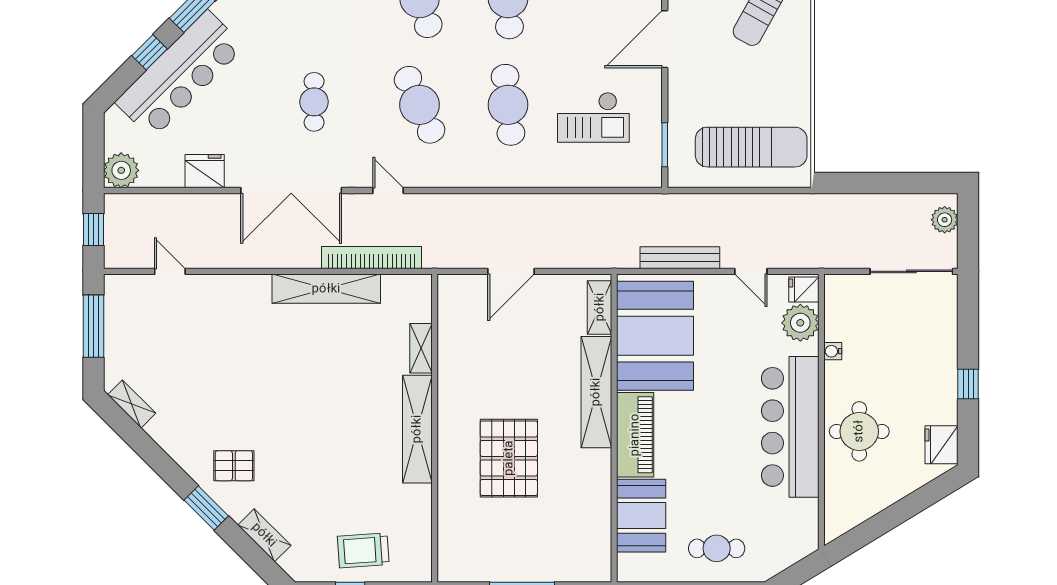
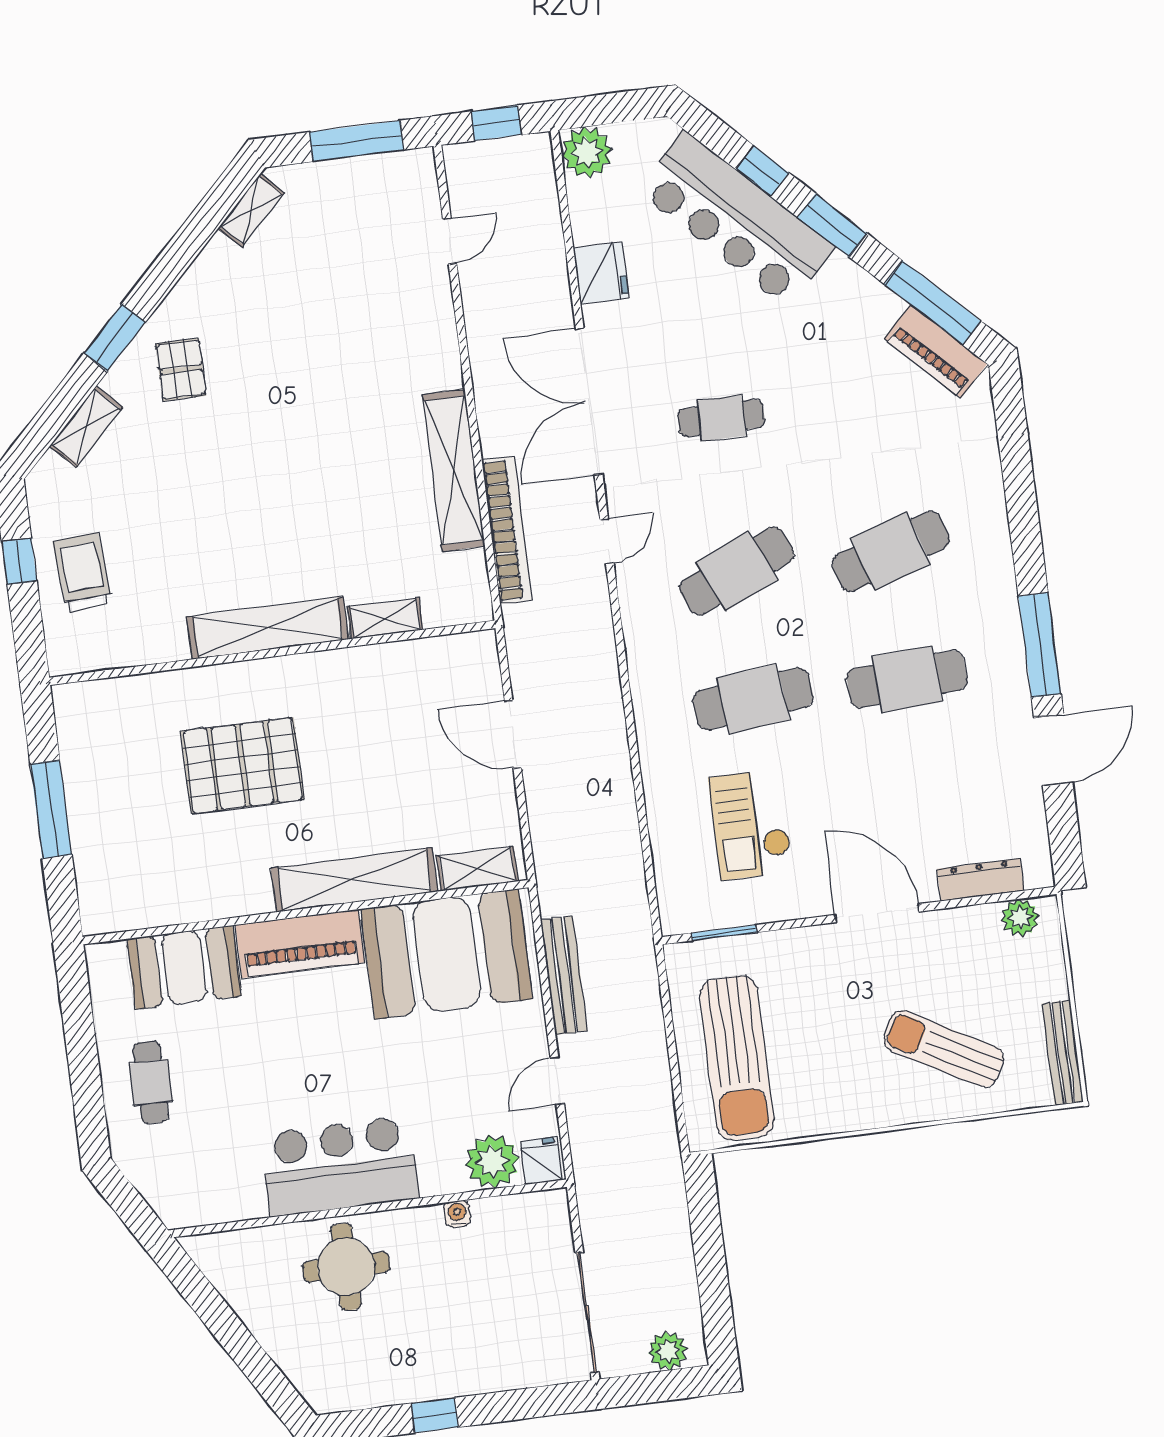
bar counter: (790, 427) -> (340, 1166), width x0.73
fridge: (941, 445) -> (342, 1388), removed

